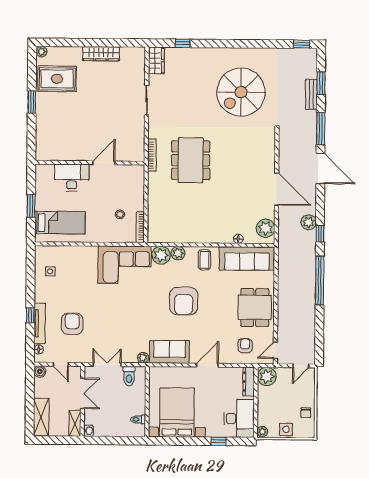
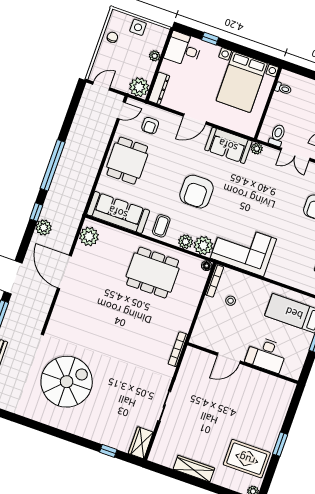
dining table: (191, 160) -> (153, 273), moved, turned 90
floor lamp: (238, 239) -> (207, 266), moved
armchair: (184, 301) -> (196, 192), turned 180
desk: (239, 419) -> (183, 49), width x0.73
plant: (262, 431) -> (155, 56), moved

